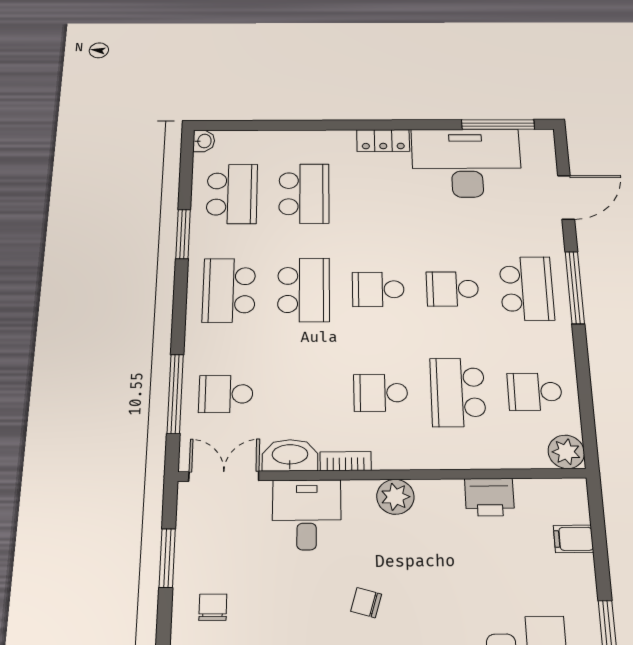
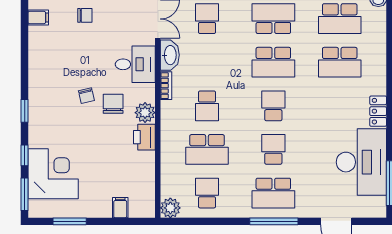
school desk: (458, 392) -> (207, 149), turned 180
school desk: (381, 393) -> (207, 106), turned 180
printer: (490, 497) -> (144, 137), moved
chair: (381, 554) -> (113, 104), added
chair: (366, 603) -> (86, 96), turned 151

